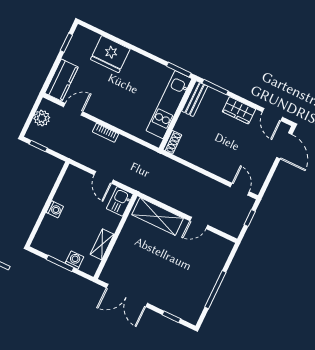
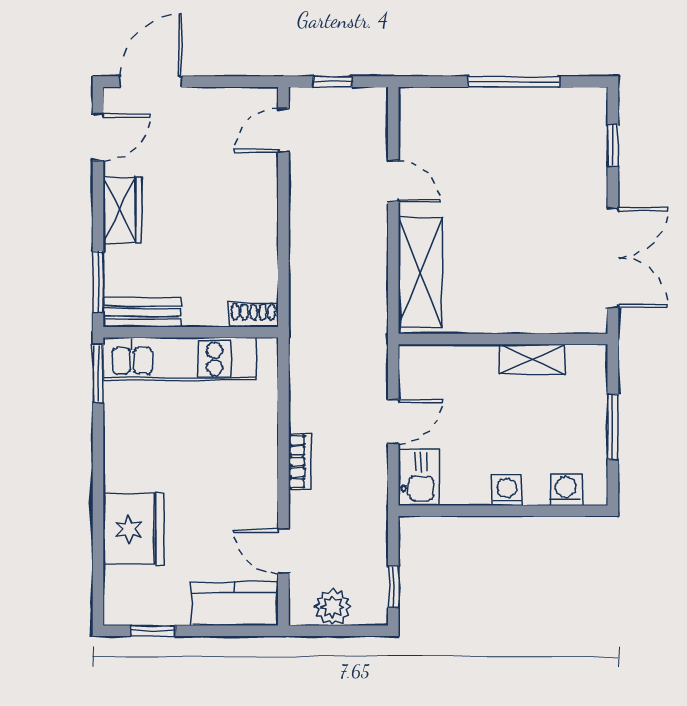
kitchen sink: (120, 201) -> (419, 477), moved, turned -90
washing machine: (74, 260) -> (566, 489), moved, turned 90

